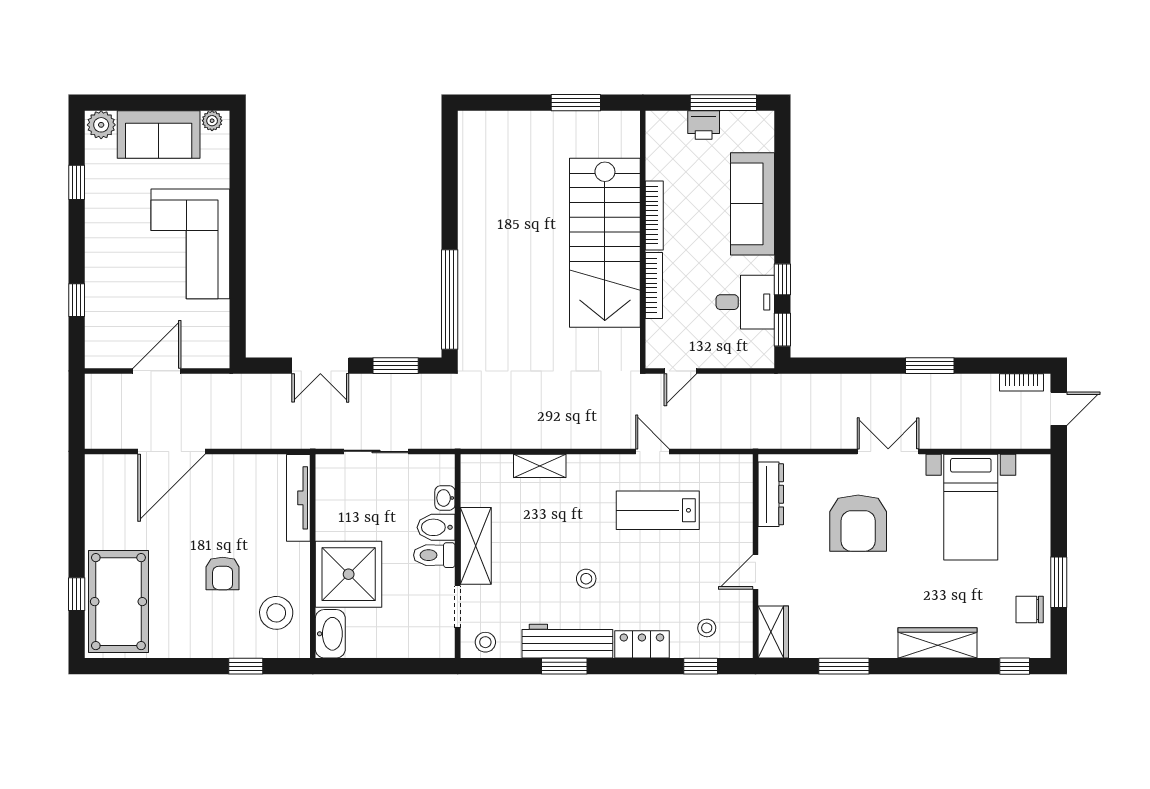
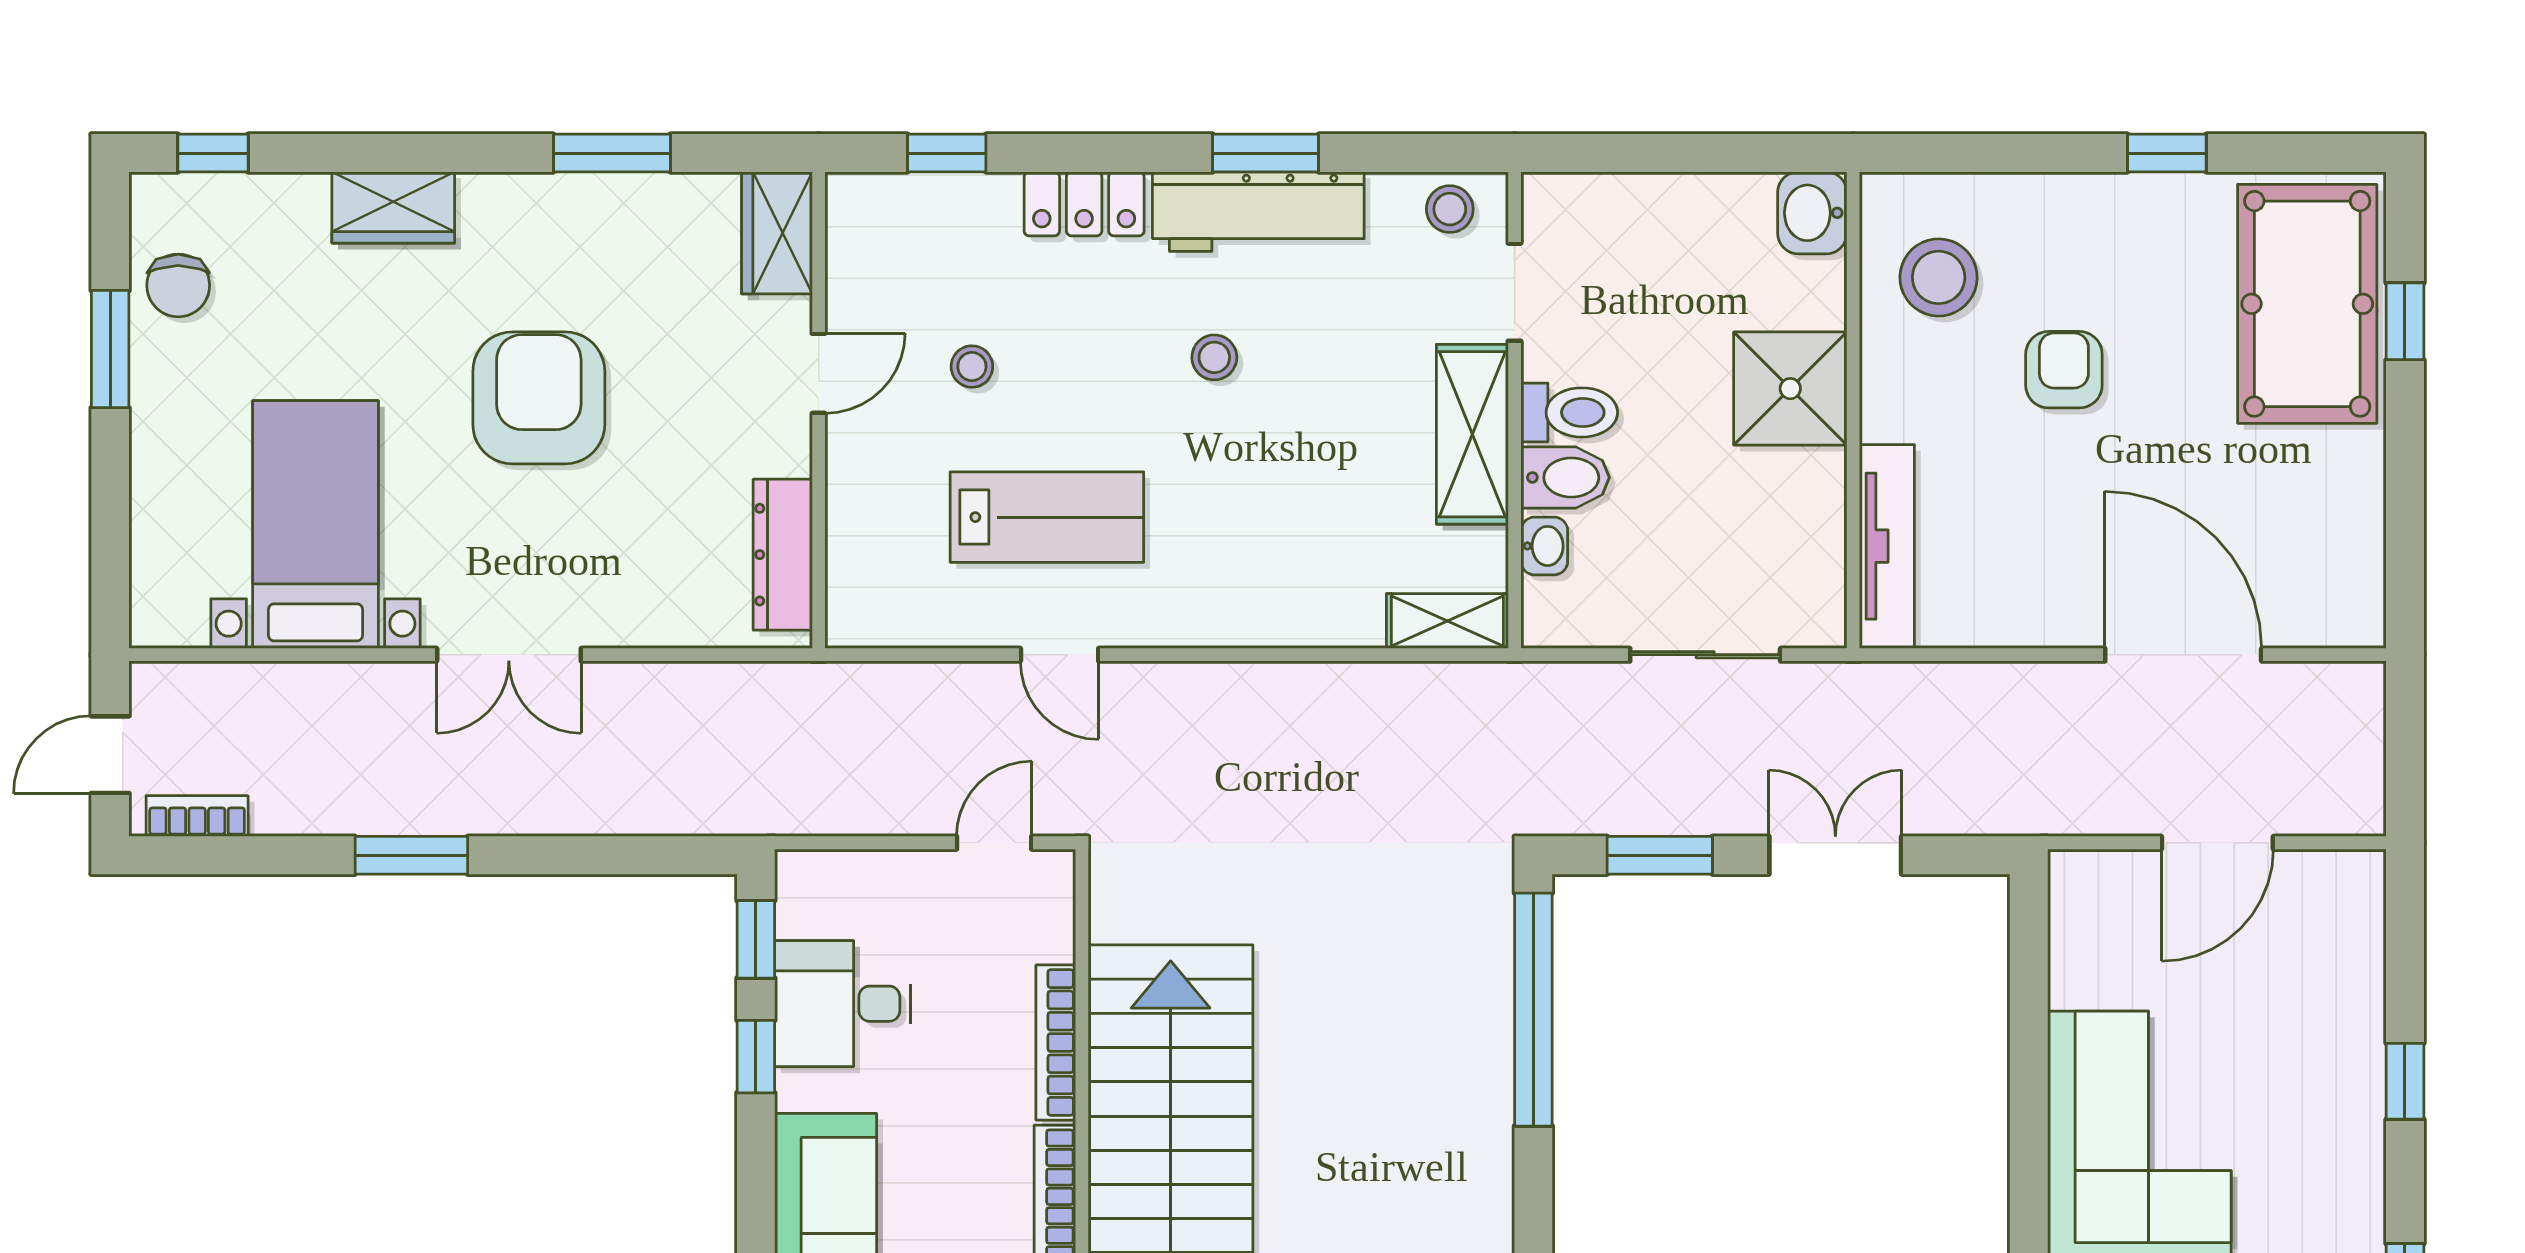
window: (77, 300) -> (2405, 1081), moved
door: (172, 451) -> (2183, 655), hinge flipped
shelving: (540, 466) -> (1447, 621), moved
armchair: (858, 523) -> (539, 398), moved
shower: (349, 574) -> (1790, 389), width x0.73, depth x0.73
chair: (1030, 609) -> (178, 285), turned 90
stool: (707, 628) -> (972, 367), moved
washbasin: (330, 634) -> (1812, 213), width x0.72
wardrobe: (938, 643) -> (393, 207), width x0.67
window: (246, 666) -> (2167, 153), moved

